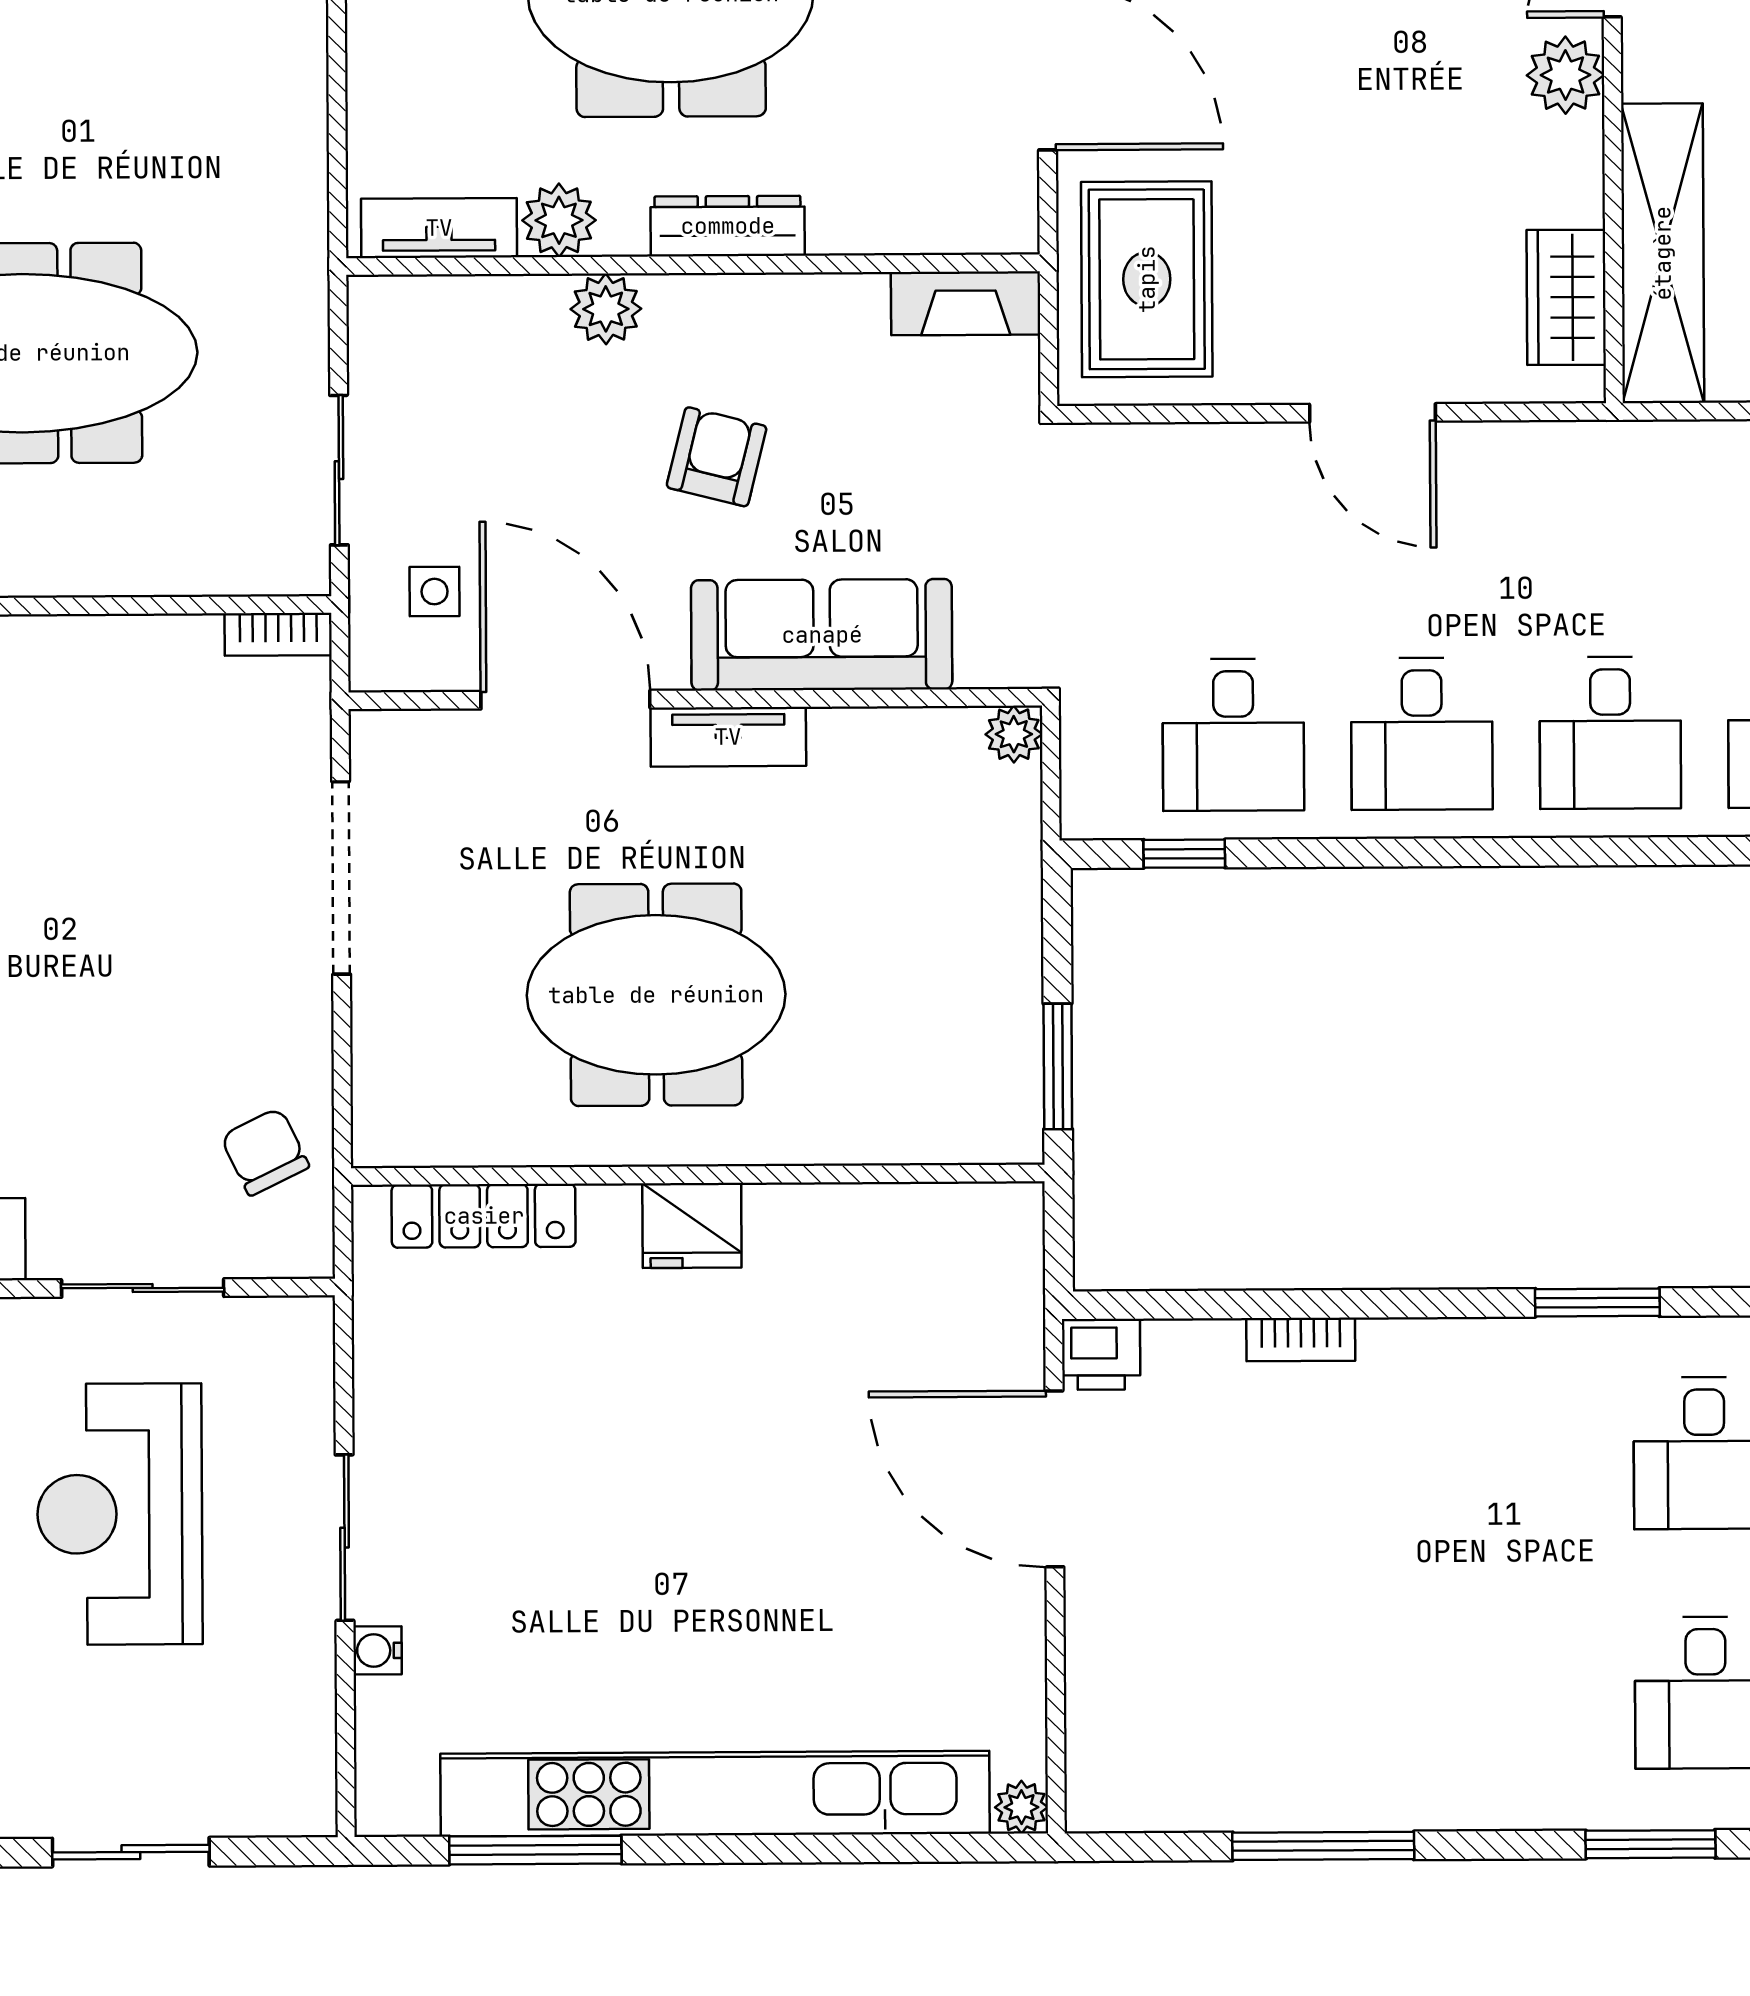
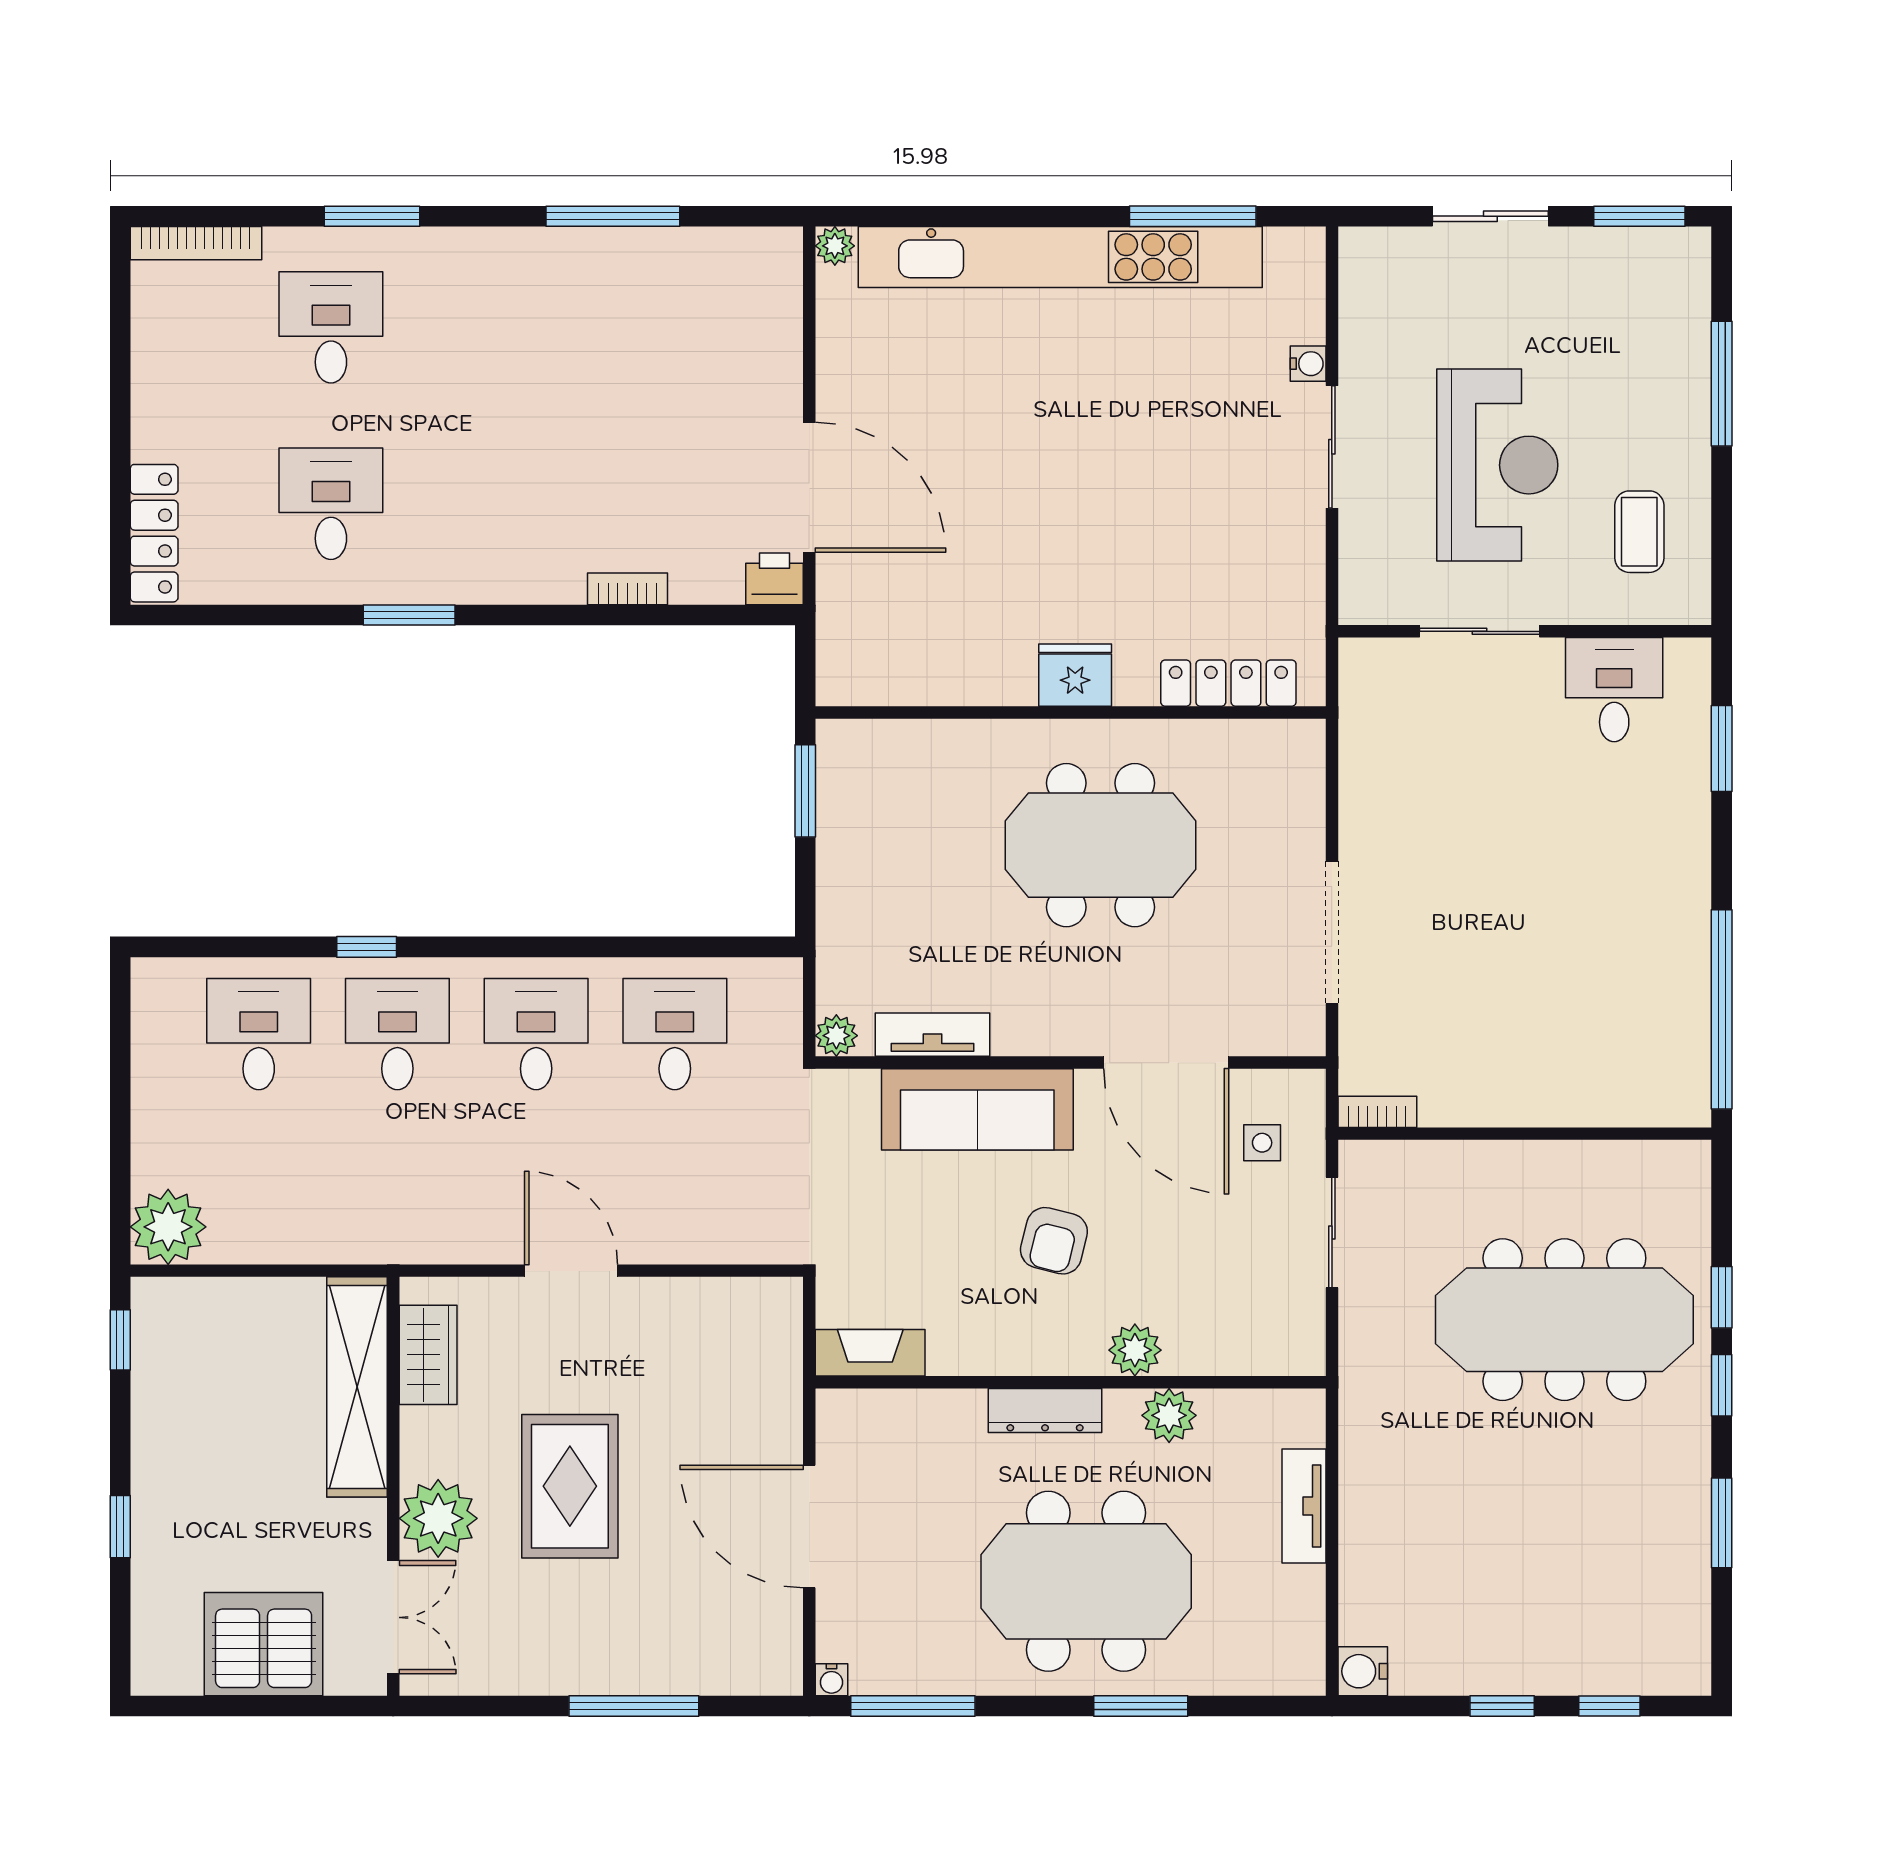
plant: (1565, 75) -> (438, 1518), width x1.36, depth x1.36
tv unit: (439, 228) -> (1304, 1506), moved, turned 90
rug: (1147, 279) -> (570, 1486), moved
tv unit: (728, 737) -> (932, 1035), moved
window: (1184, 854) -> (367, 947), moved
chair: (265, 1152) -> (1389, 731), removed

